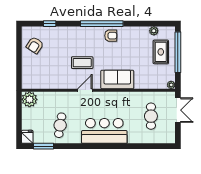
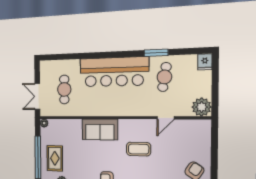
door: (85, 90) -> (166, 118), moved
bar counter: (104, 131) -> (114, 72), width x1.36
window: (44, 146) -> (156, 53), moved

